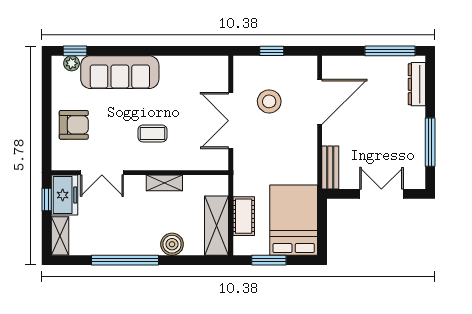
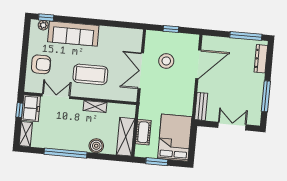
coffee table: (152, 133) -> (90, 74), width x1.86, depth x1.72
double door: (102, 173) -> (56, 96), swing flipped

